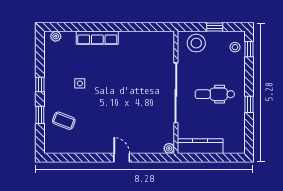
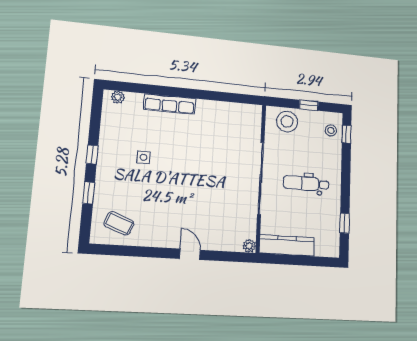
window: (249, 104) -> (345, 223), moved
coffee table: (64, 121) -> (119, 223), moved

